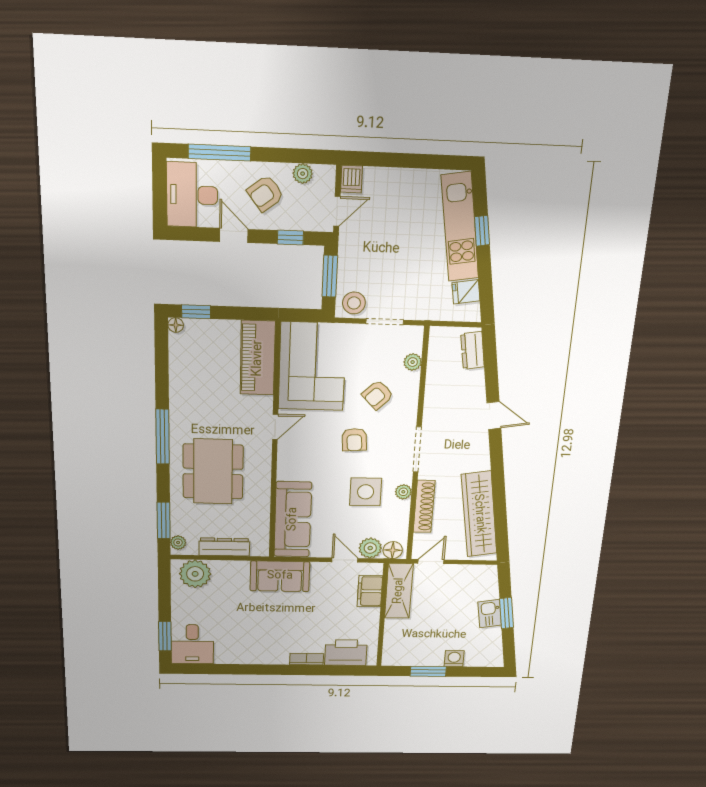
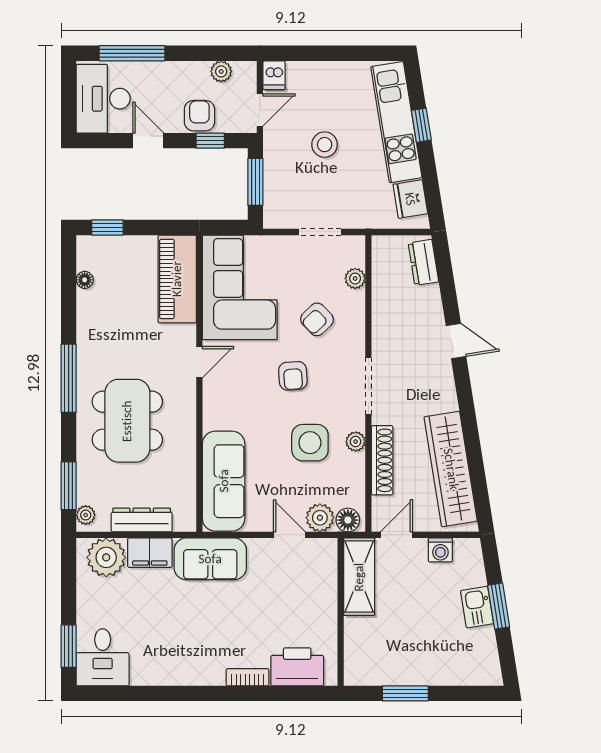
armchair: (265, 193) -> (199, 116), moved, turned 127
fridge: (466, 292) -> (410, 199), width x1.38
stool: (354, 303) -> (325, 145), moved
floor lamp: (176, 325) -> (85, 280), moved
filing cabinet: (370, 591) -> (150, 553), moved, turned -90
washing machine: (454, 659) -> (440, 550), moved, turned 180

